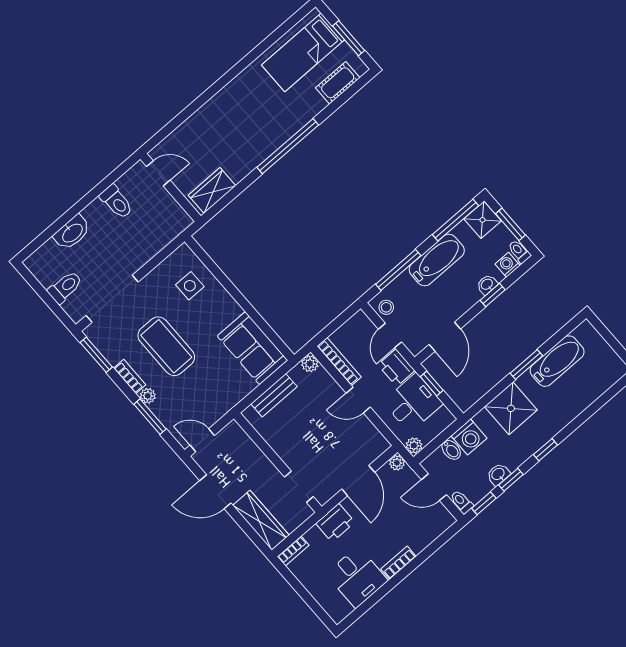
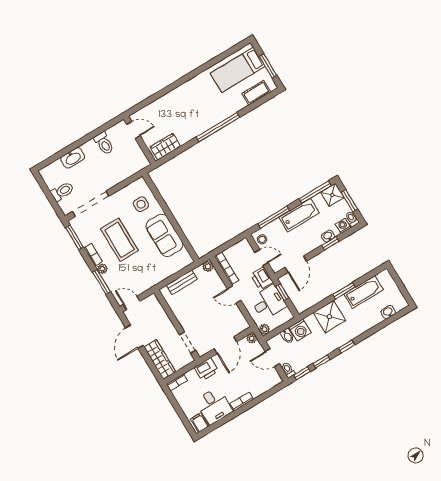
door: (390, 336) -> (261, 258), swing flipped
sofa: (252, 348) -> (164, 235), moved
washbasin: (498, 474) -> (388, 312), moved
door: (215, 492) -> (134, 337), hinge flipped
filing cabinet: (339, 607) -> (200, 423), added

